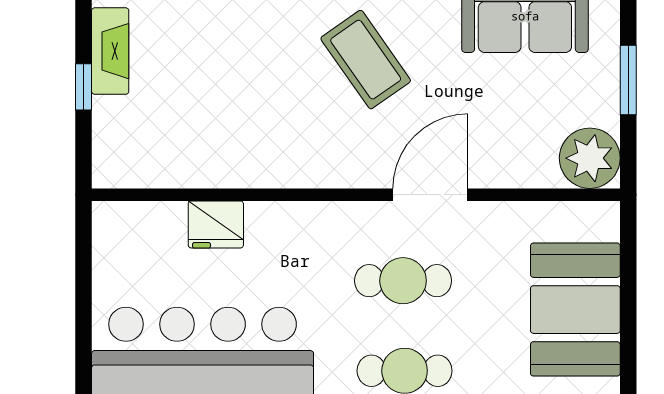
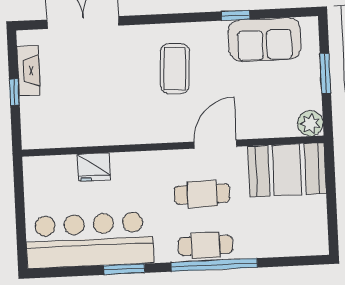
coffee table: (366, 60) -> (175, 69), turned 38
plant: (590, 158) -> (310, 123), width x0.73, depth x0.73
booth: (575, 310) -> (287, 170), moved, turned 90

